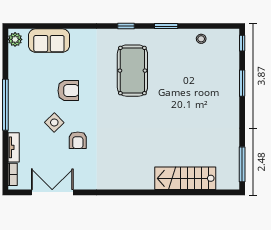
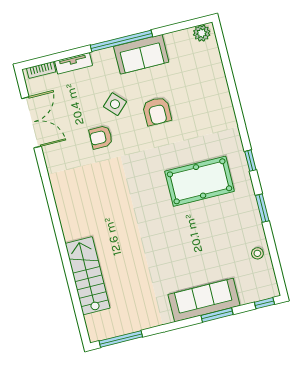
sofa: (49, 41) -> (141, 54), moved, turned -90
sofa: (228, 90) -> (204, 300), added

